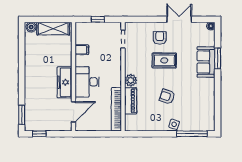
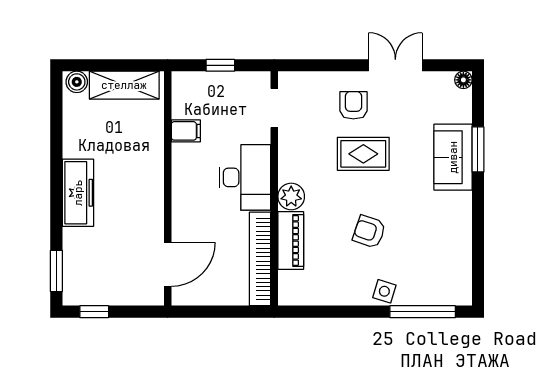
freezer: (64, 82) -> (78, 193), moved, turned 180
desk: (87, 82) -> (245, 177), moved, turned 180

